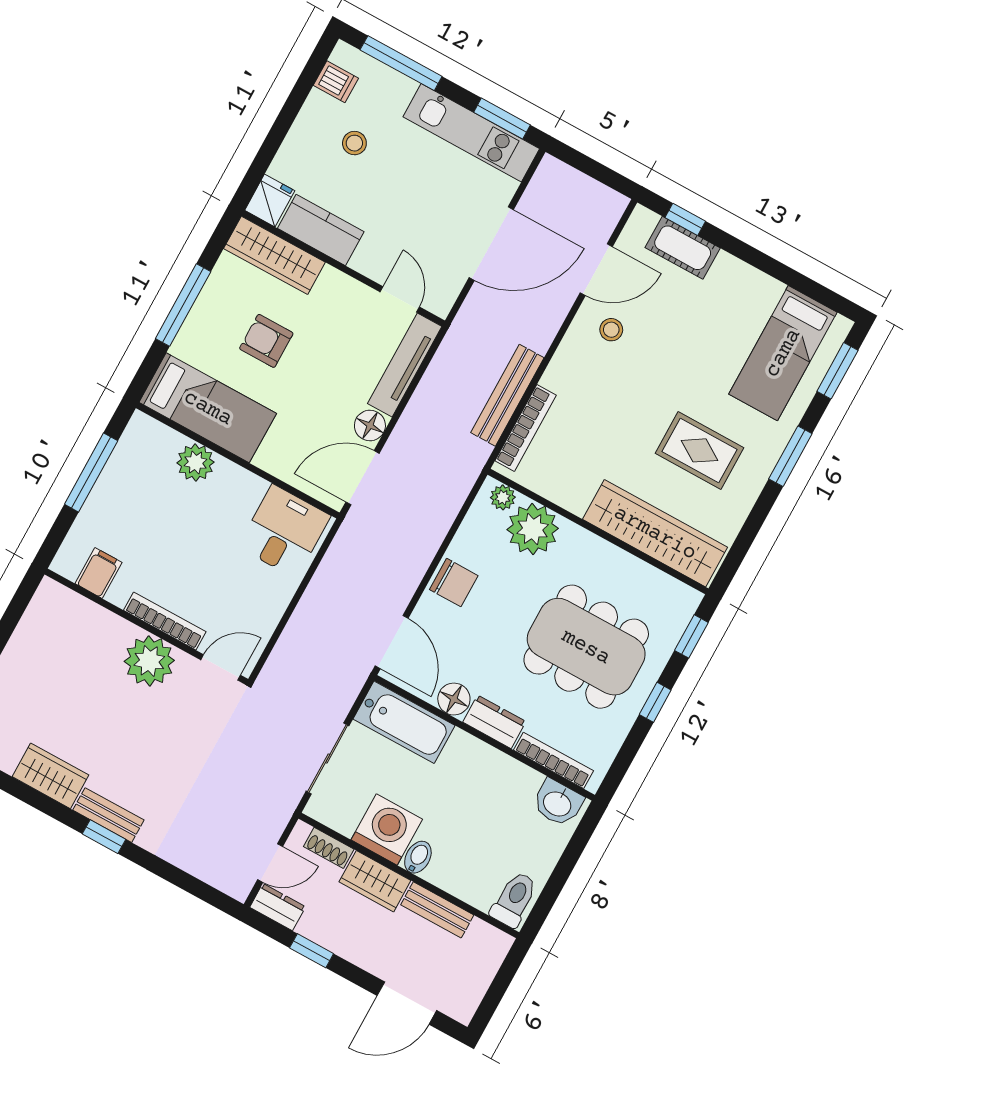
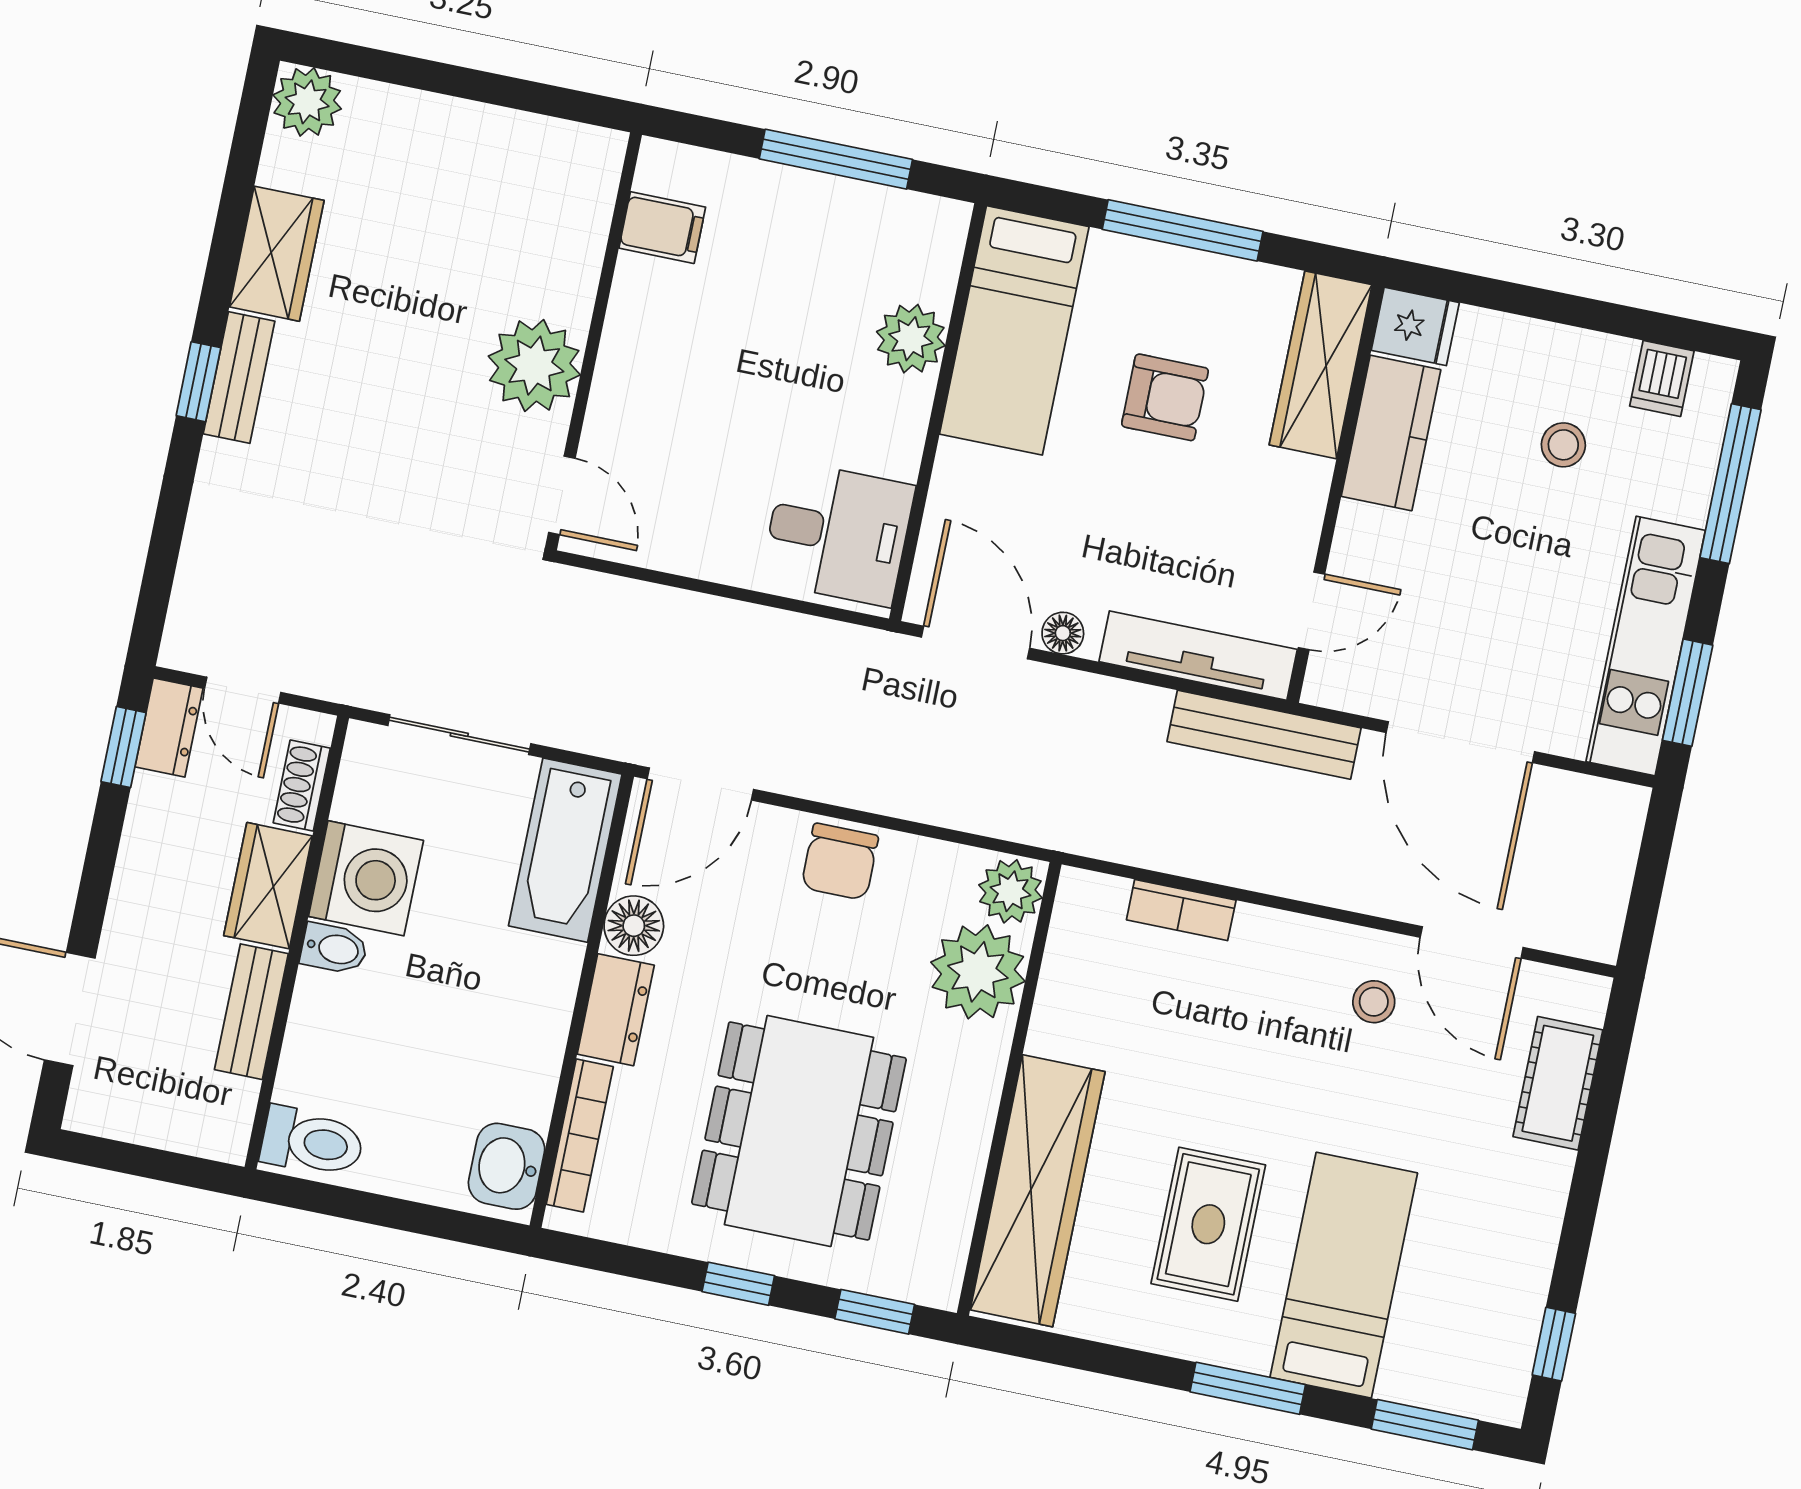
window: (685, 219) -> (1554, 1344), moved
armchair: (266, 341) -> (1165, 397), turned 90
bed: (783, 353) -> (1344, 1275), moved, turned 90
bench: (507, 395) -> (1264, 735), moved
floor lamp: (370, 425) -> (1063, 633), width x0.73, depth x0.73
bookcase: (526, 428) -> (1181, 910), width x0.64
plant: (503, 497) -> (1010, 891), width x1.38, depth x1.38
bookcase: (165, 621) -> (614, 371), removed
window: (312, 951) -> (123, 747), moved

